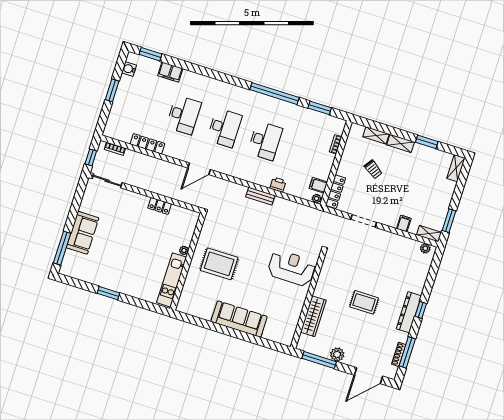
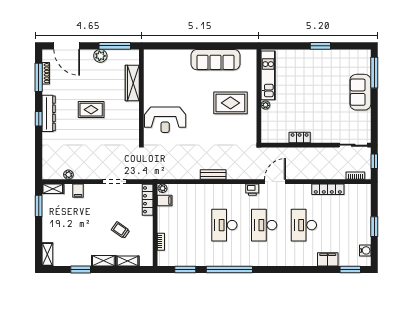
printer: (278, 185) -> (252, 190), moved
plant: (425, 248) -> (68, 175), moved
sofa: (239, 319) -> (216, 60), moved
door: (368, 376) -> (67, 46), swing flipped

